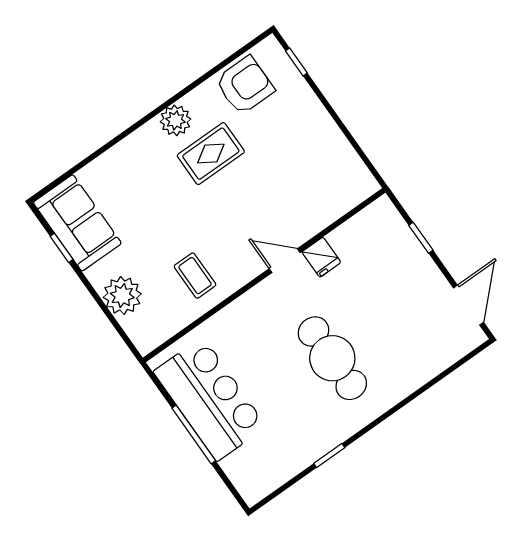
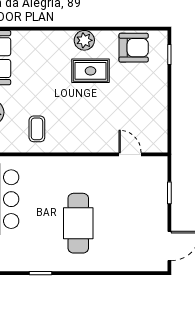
fridge: (321, 257) -> (110, 166), removed
door: (285, 261) -> (130, 154), moved

